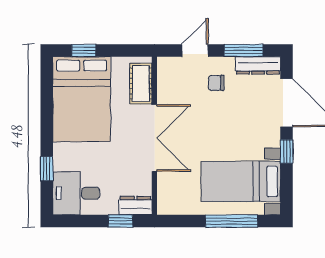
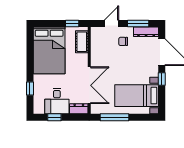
window: (84, 50) -> (72, 24), moved
double door: (154, 138) -> (89, 85), moved
desk: (76, 193) -> (57, 101), moved, turned -90
window: (120, 221) -> (54, 117), moved
window: (232, 221) -> (115, 117), moved

